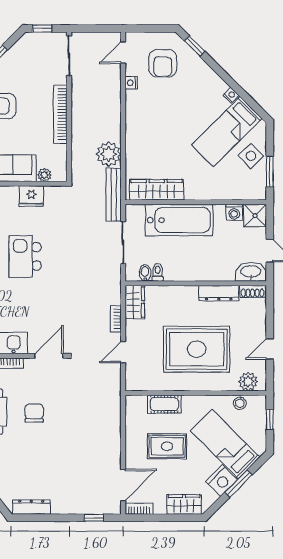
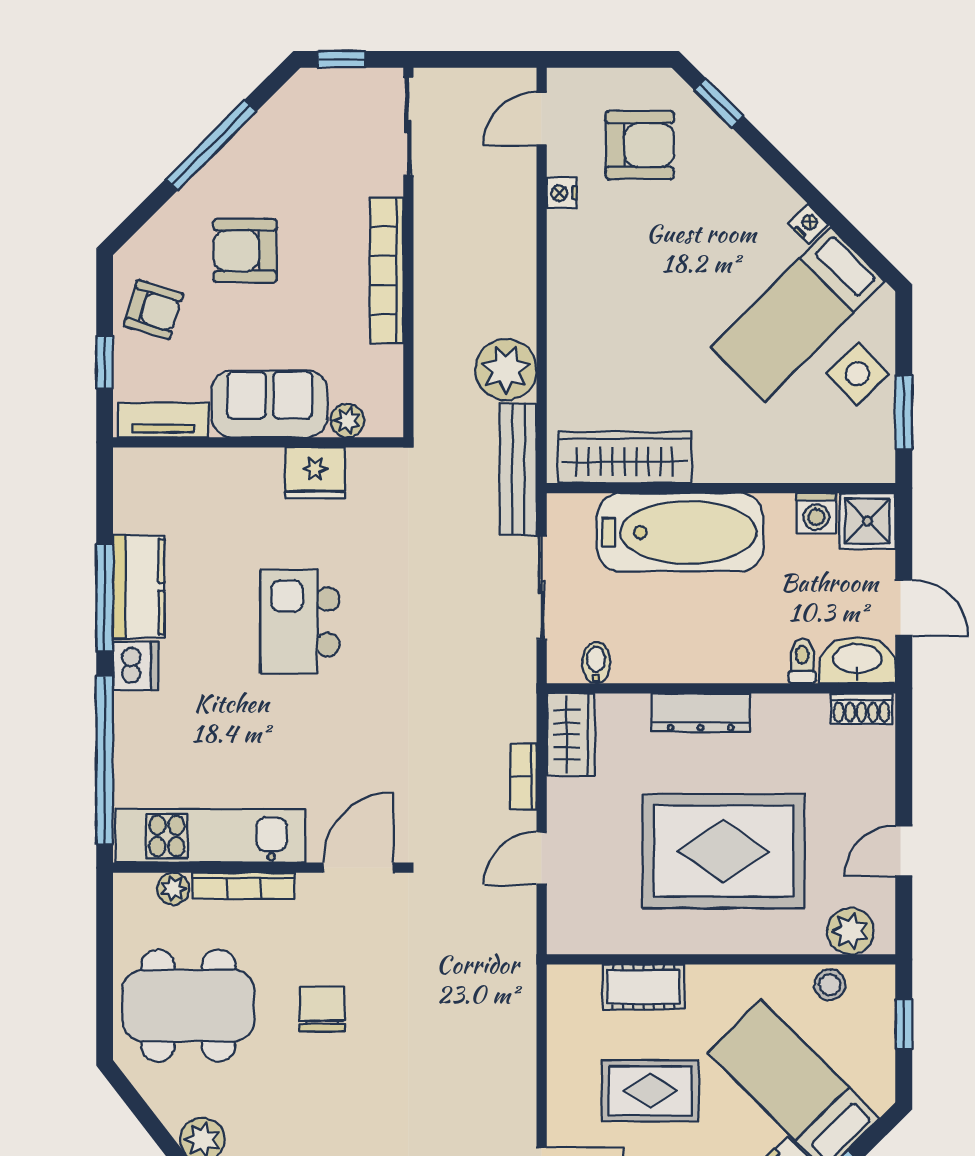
armchair: (163, 63) -> (640, 145), turned -90
toilet: (158, 272) -> (802, 661), moved
dresser: (219, 293) -> (701, 713), moved

